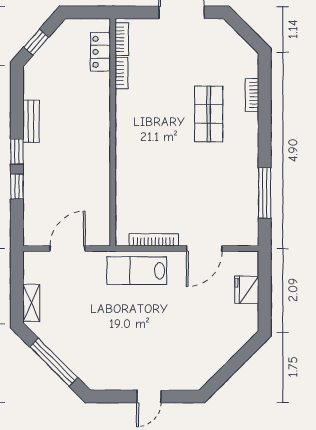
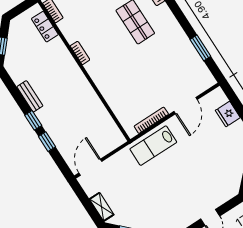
bookcase: (121, 73) -> (80, 53), moved
window: (265, 193) -> (200, 48), width x0.69
door: (68, 249) -> (90, 167), moved

